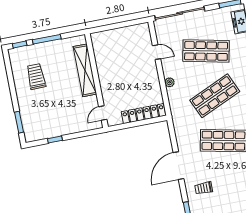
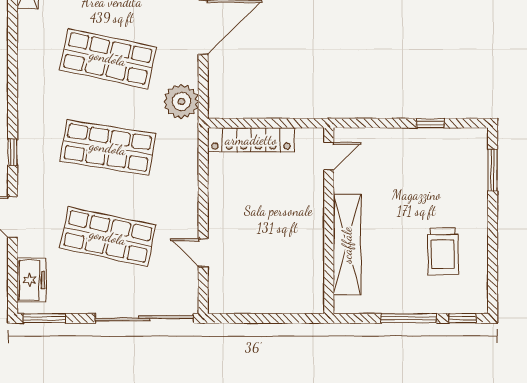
plant: (170, 82) -> (181, 101), moved, width x1.87, depth x1.87
shop shelf: (215, 96) -> (108, 148), turned 33

